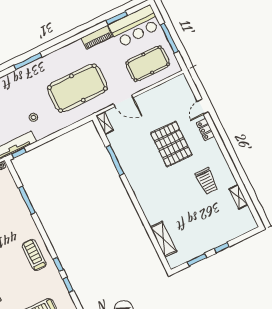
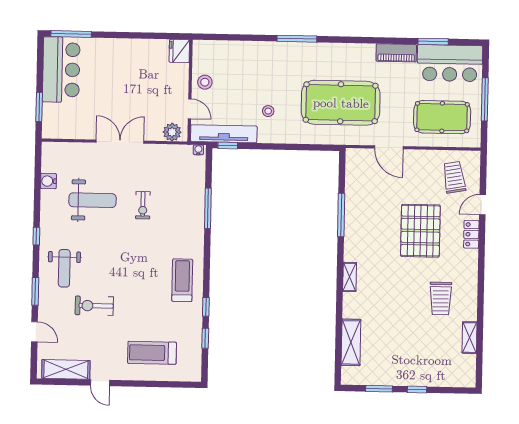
trolley: (175, 98) -> (454, 177), added
shelving: (105, 123) -> (350, 277), moved

